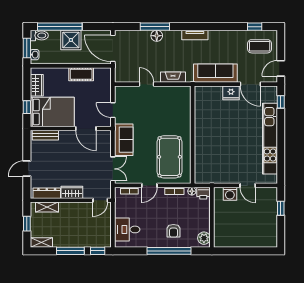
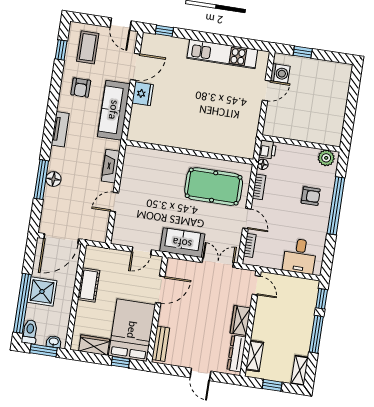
armchair: (229, 46) -> (81, 88), added
kitchen unit: (270, 139) -> (222, 54), width x0.73
washing machine: (230, 194) -> (280, 73), moved

